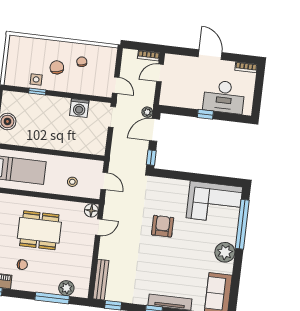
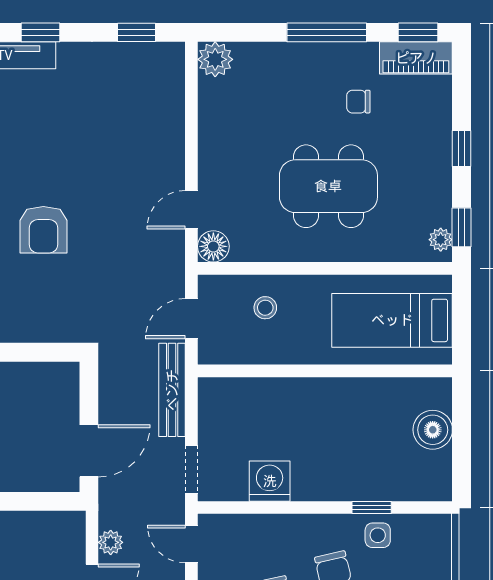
plant: (147, 112) -> (111, 542), moved
window: (151, 158) -> (89, 386), removed
door: (104, 181) -> (191, 319), hinge flipped
bench: (101, 280) -> (172, 390), moved
plant: (66, 288) -> (215, 59), moved
window: (52, 298) -> (327, 32), moved

